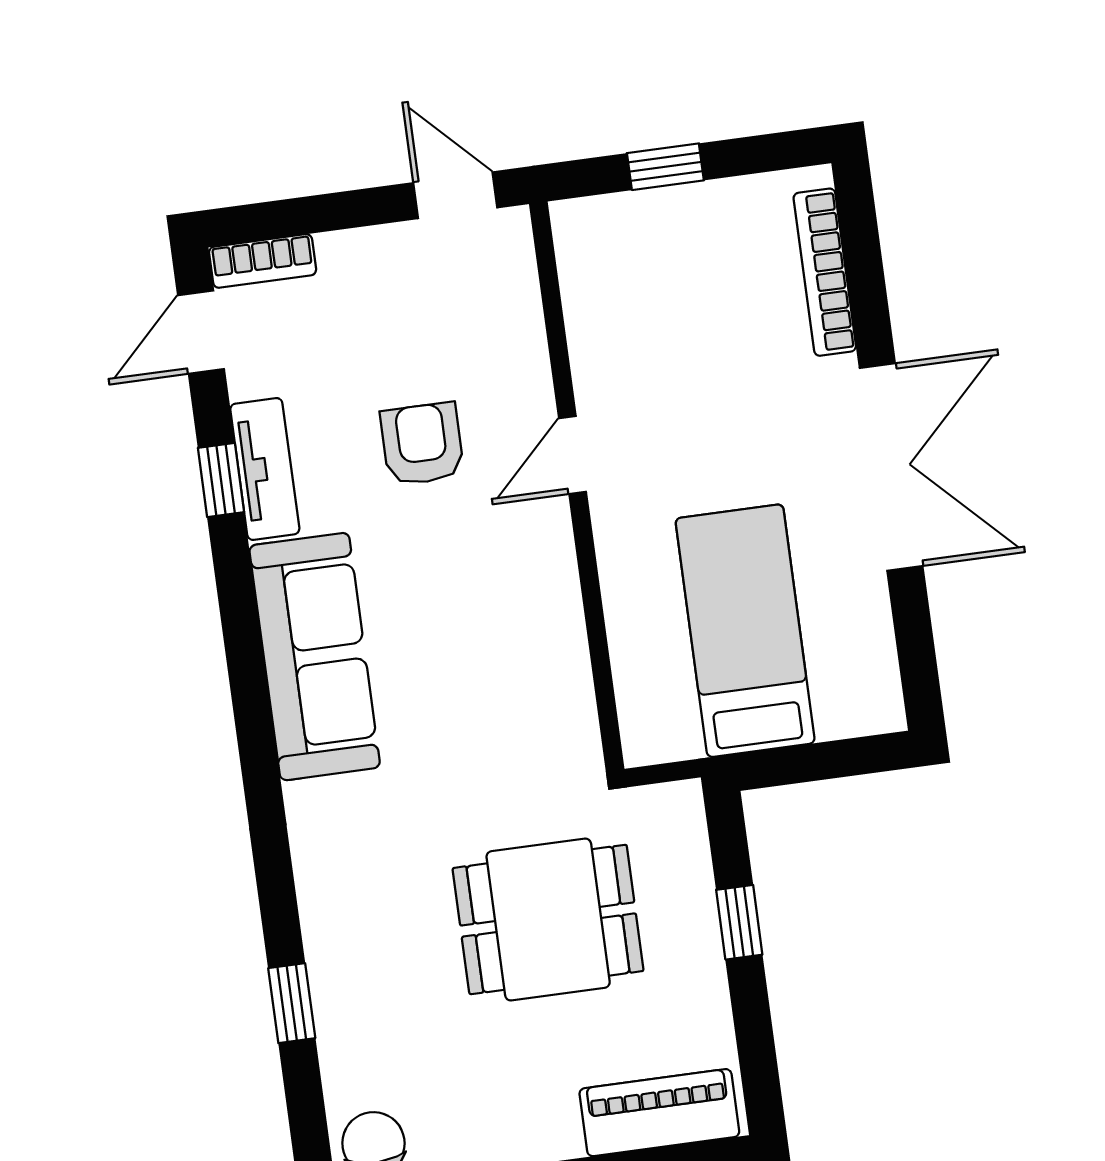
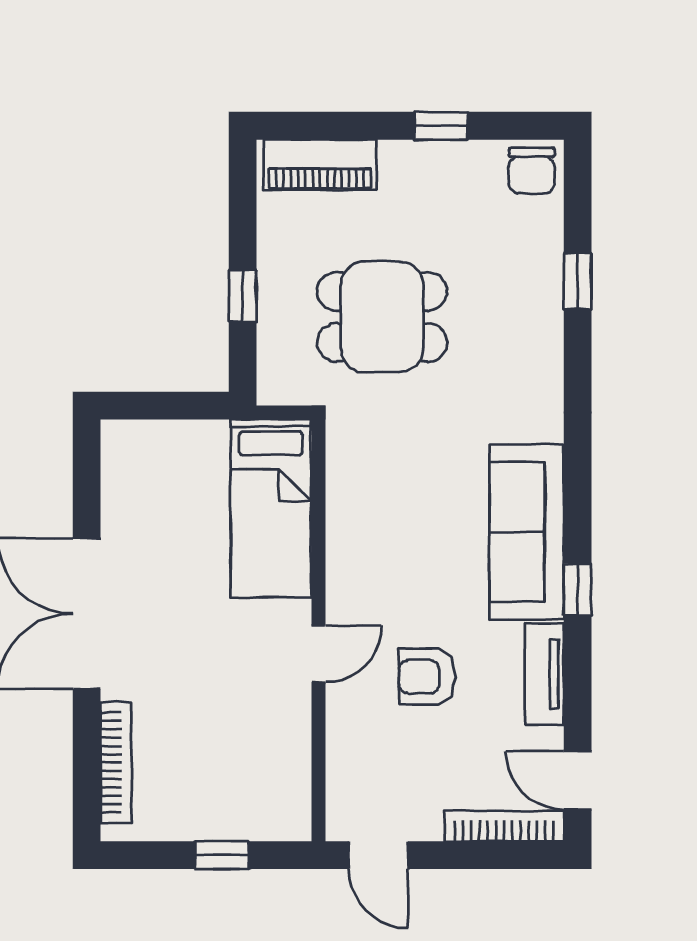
bookcase: (263, 261) -> (504, 826), width x1.56
door: (201, 332) -> (578, 780), swing flipped
armchair: (422, 444) -> (427, 677), turned 90
window: (221, 480) -> (578, 590), moved
bed: (745, 631) -> (271, 508), moved

